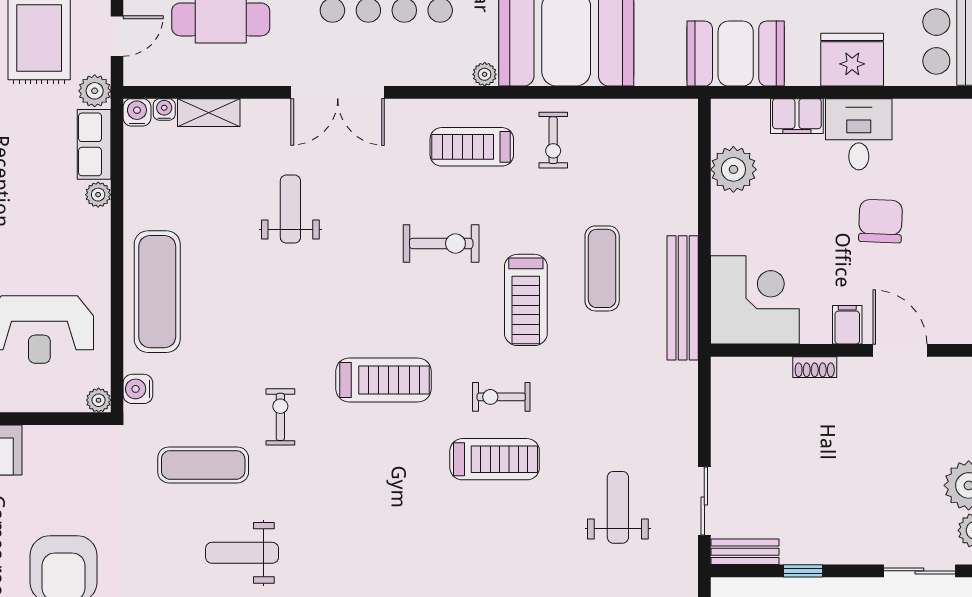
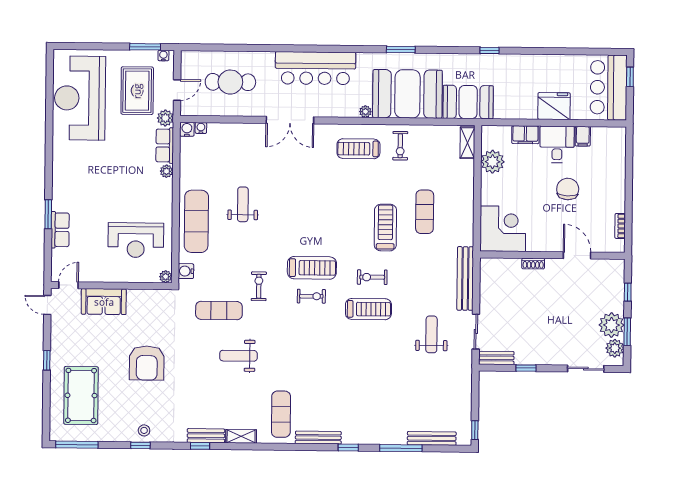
booth: (736, 54) -> (468, 102), moved
shelving: (209, 113) -> (467, 143), moved, turned 90
weight bench: (290, 209) -> (243, 204), moved
exercise bike: (441, 244) -> (311, 296), moved, width x0.73, depth x0.72
bench: (683, 298) -> (465, 278), moved
treadmill: (526, 300) -> (385, 228), turned 180
filing cabinet: (847, 325) -> (583, 136), moved, turned 180

